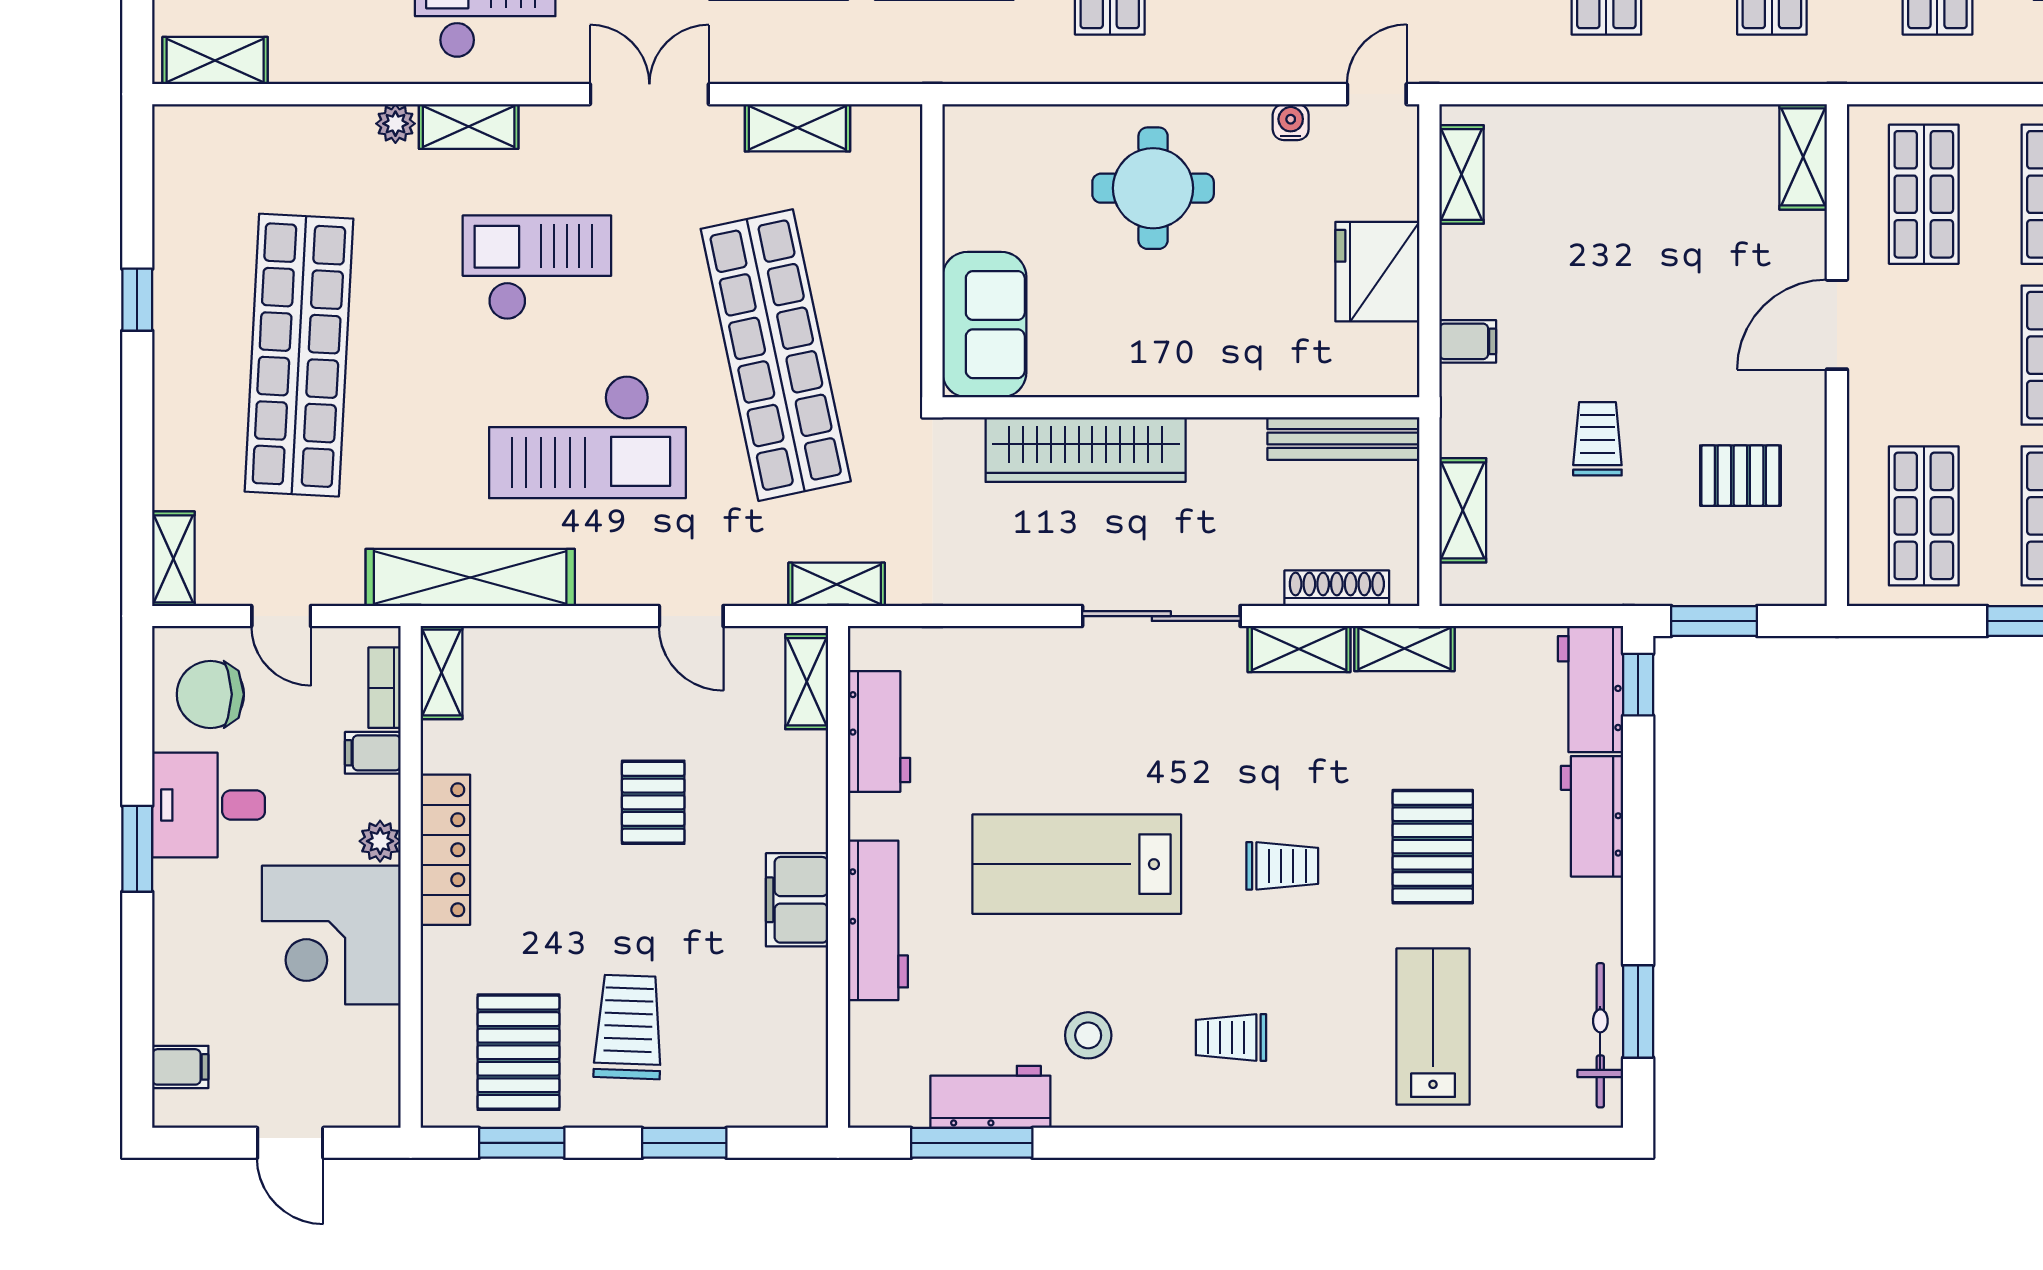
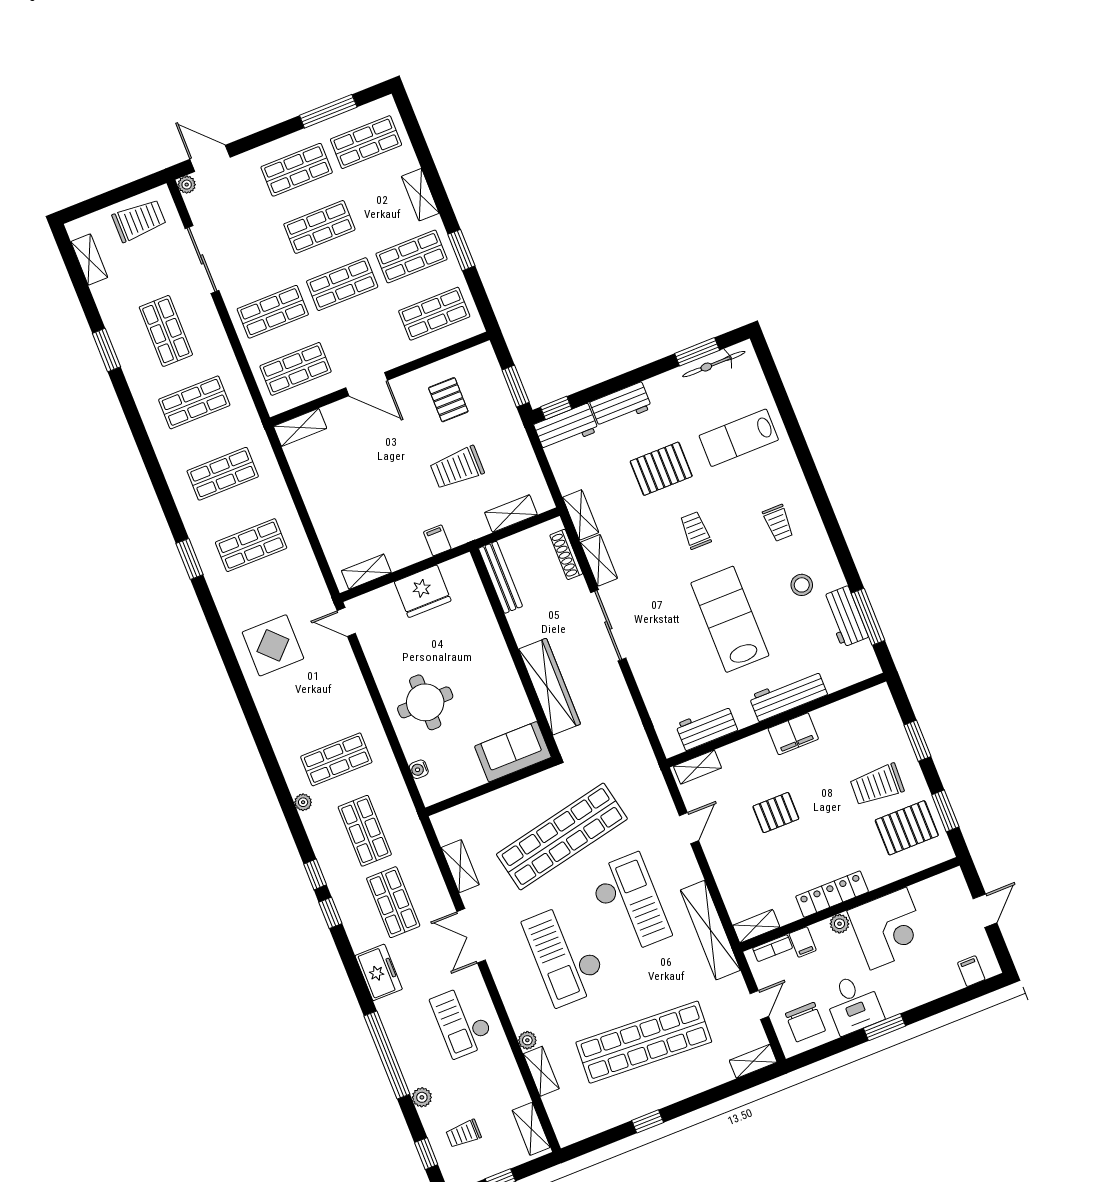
water cooler: (1291, 122) -> (419, 769), moved
shelving: (469, 127) -> (541, 1071), moved
checkout: (537, 268) -> (565, 955), width x1.36, depth x1.21
trolley: (1597, 439) -> (457, 468), width x1.36, depth x1.39
shelving: (837, 584) -> (650, 771), removed
lab bench: (1077, 864) -> (730, 619), turned 180

